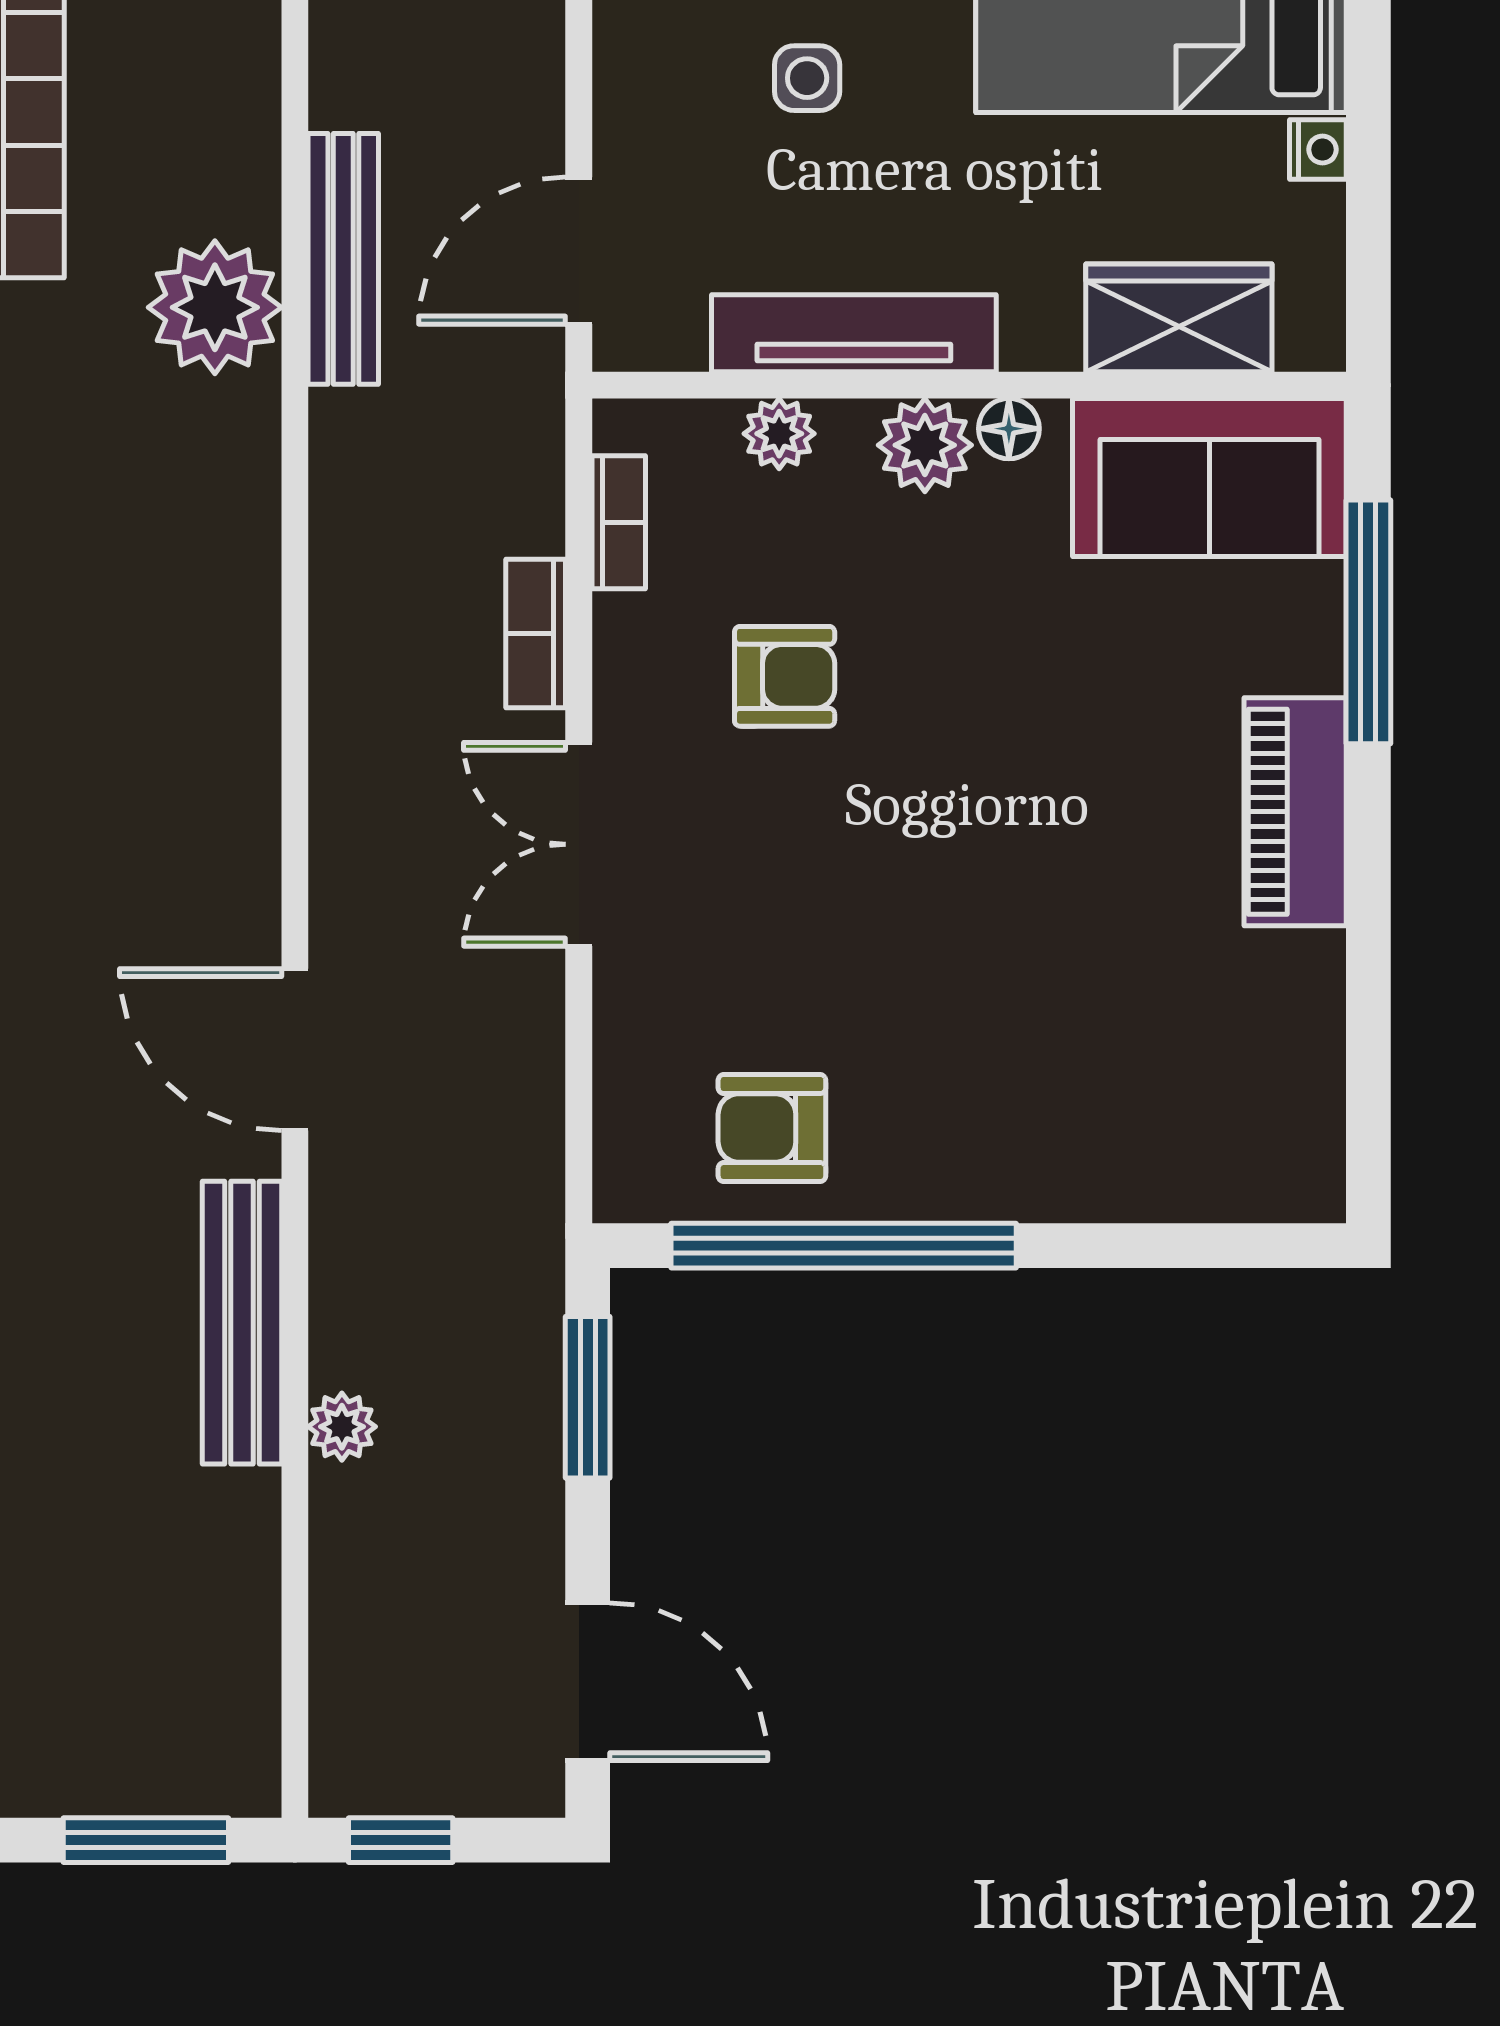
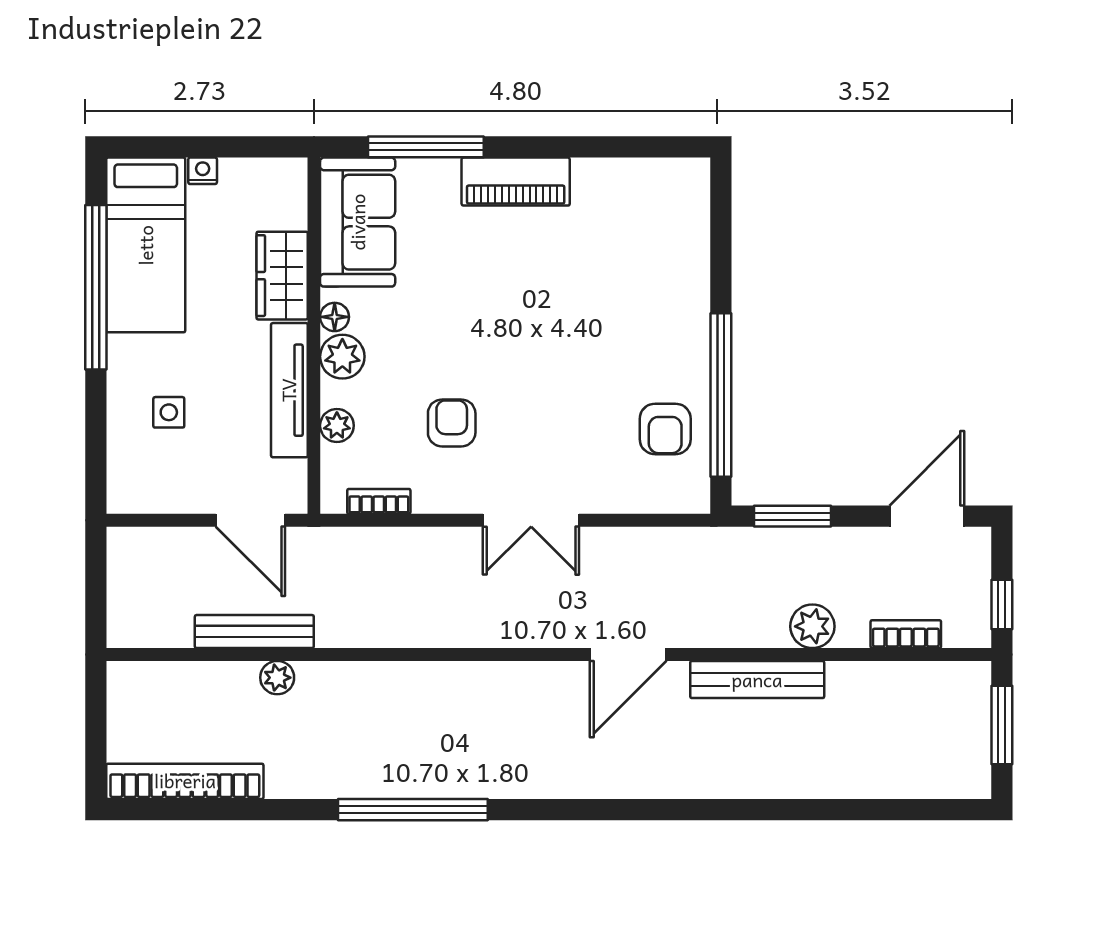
plant: (215, 307) -> (277, 678), width x0.53, depth x0.53
wardrobe: (1179, 318) -> (282, 276), moved
bookcase: (536, 634) -> (906, 634), moved, turned 180
plant: (342, 1427) -> (812, 626), width x1.38, depth x1.38

